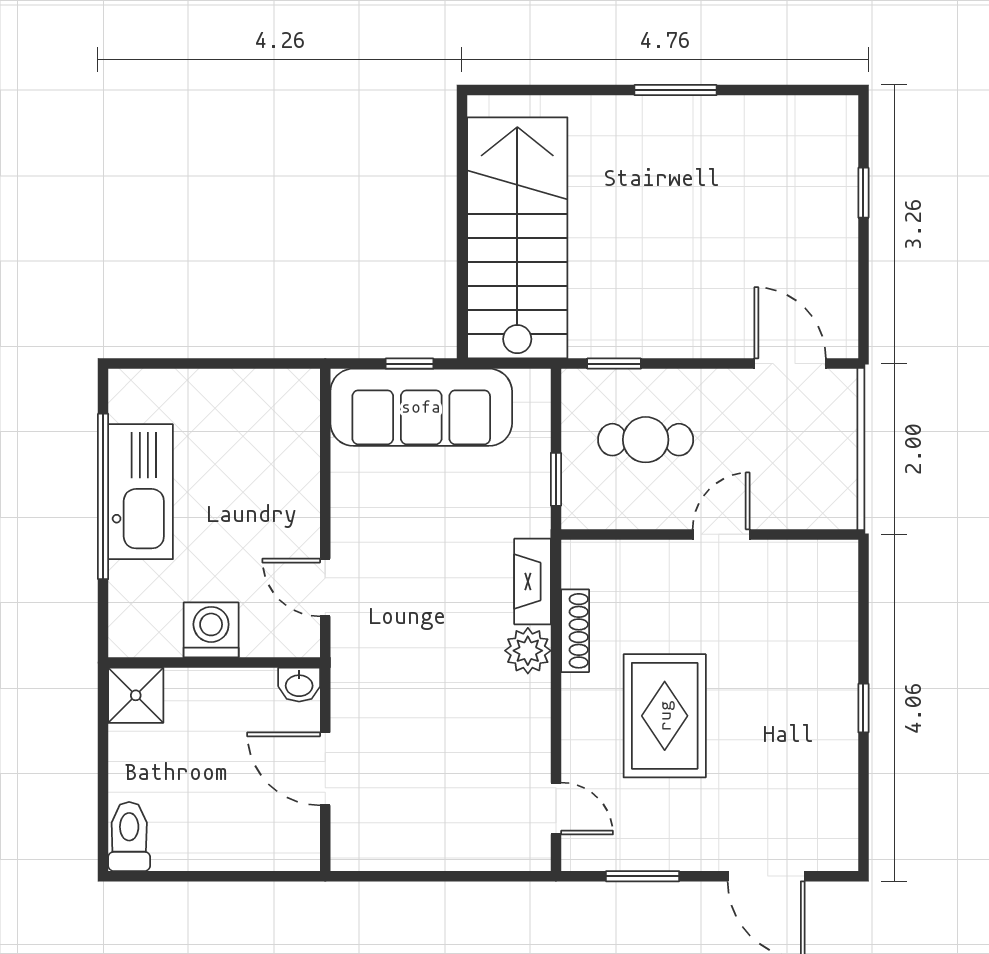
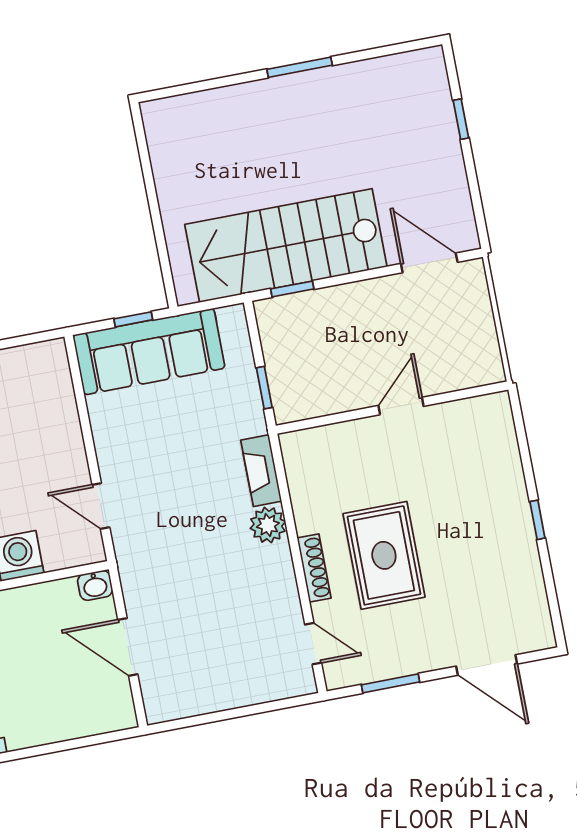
stairs: (517, 238) -> (286, 246), moved, turned -90
cafe table: (646, 440) -> (328, 343), removed
shoe rack: (575, 631) -> (314, 568), moved

